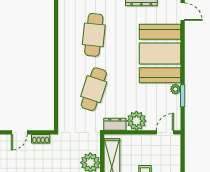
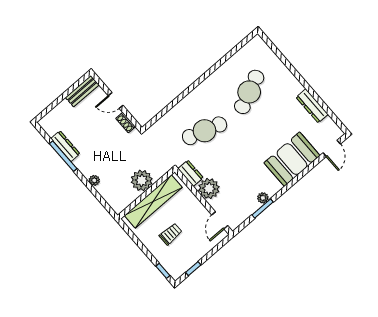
cafe table: (94, 35) -> (249, 92), turned -30
booth: (160, 53) -> (292, 159), width x0.73, depth x0.70
door: (165, 132) -> (220, 220), swing flipped

